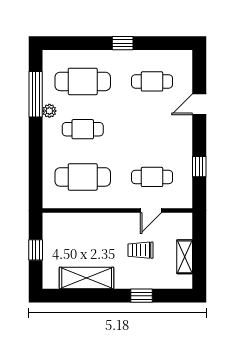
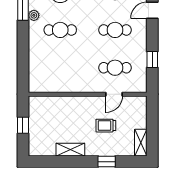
cafe table: (83, 177) -> (115, 30), moved, width x0.73, depth x0.74
shelving: (185, 257) -> (141, 143), moved
shelving: (87, 278) -> (70, 150), width x0.67, depth x0.75

